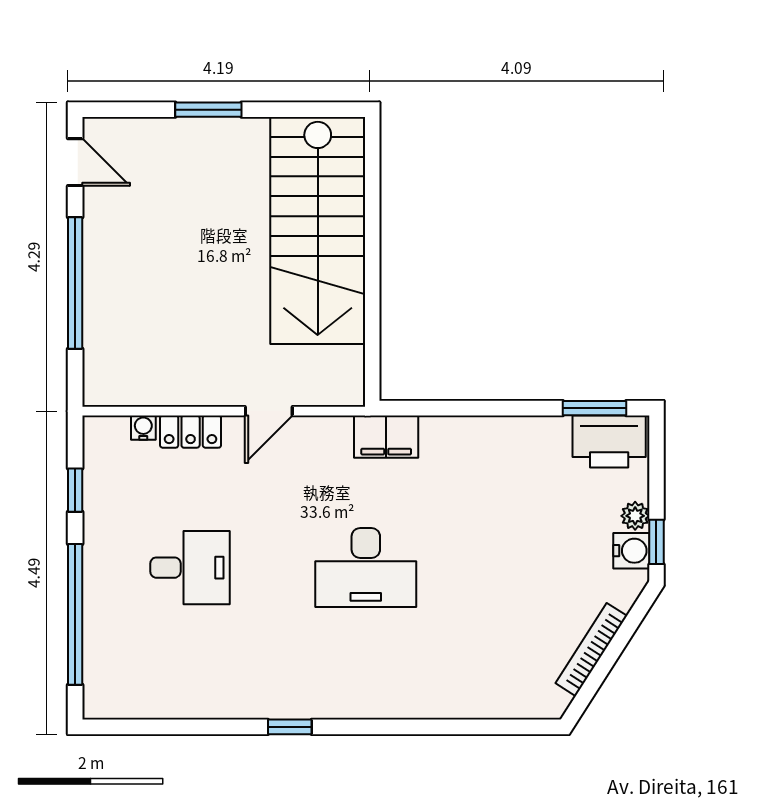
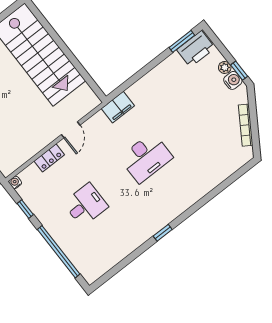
water cooler: (143, 428) -> (15, 182), moved

